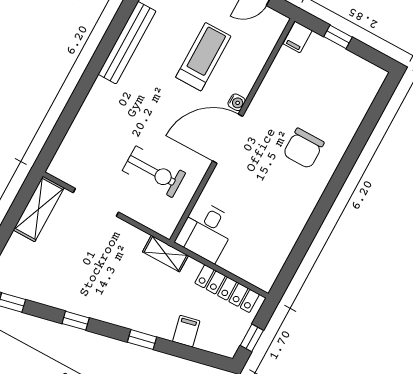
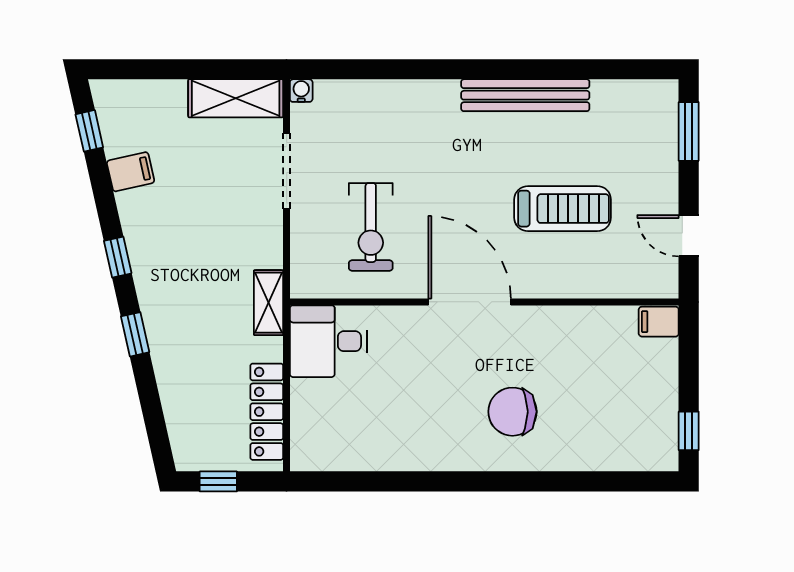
window: (338, 37) -> (689, 431), moved
water cooler: (237, 102) -> (301, 91), moved, turned 180
window: (76, 321) -> (118, 257), moved
filing cabinet: (186, 331) -> (131, 172), moved

